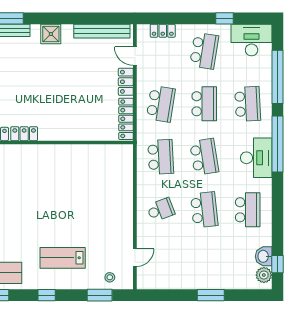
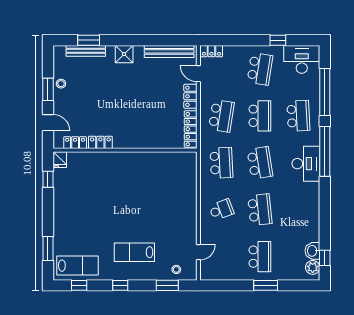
locker: (163, 31) -> (211, 51), moved
school desk: (248, 210) -> (260, 257), moved

